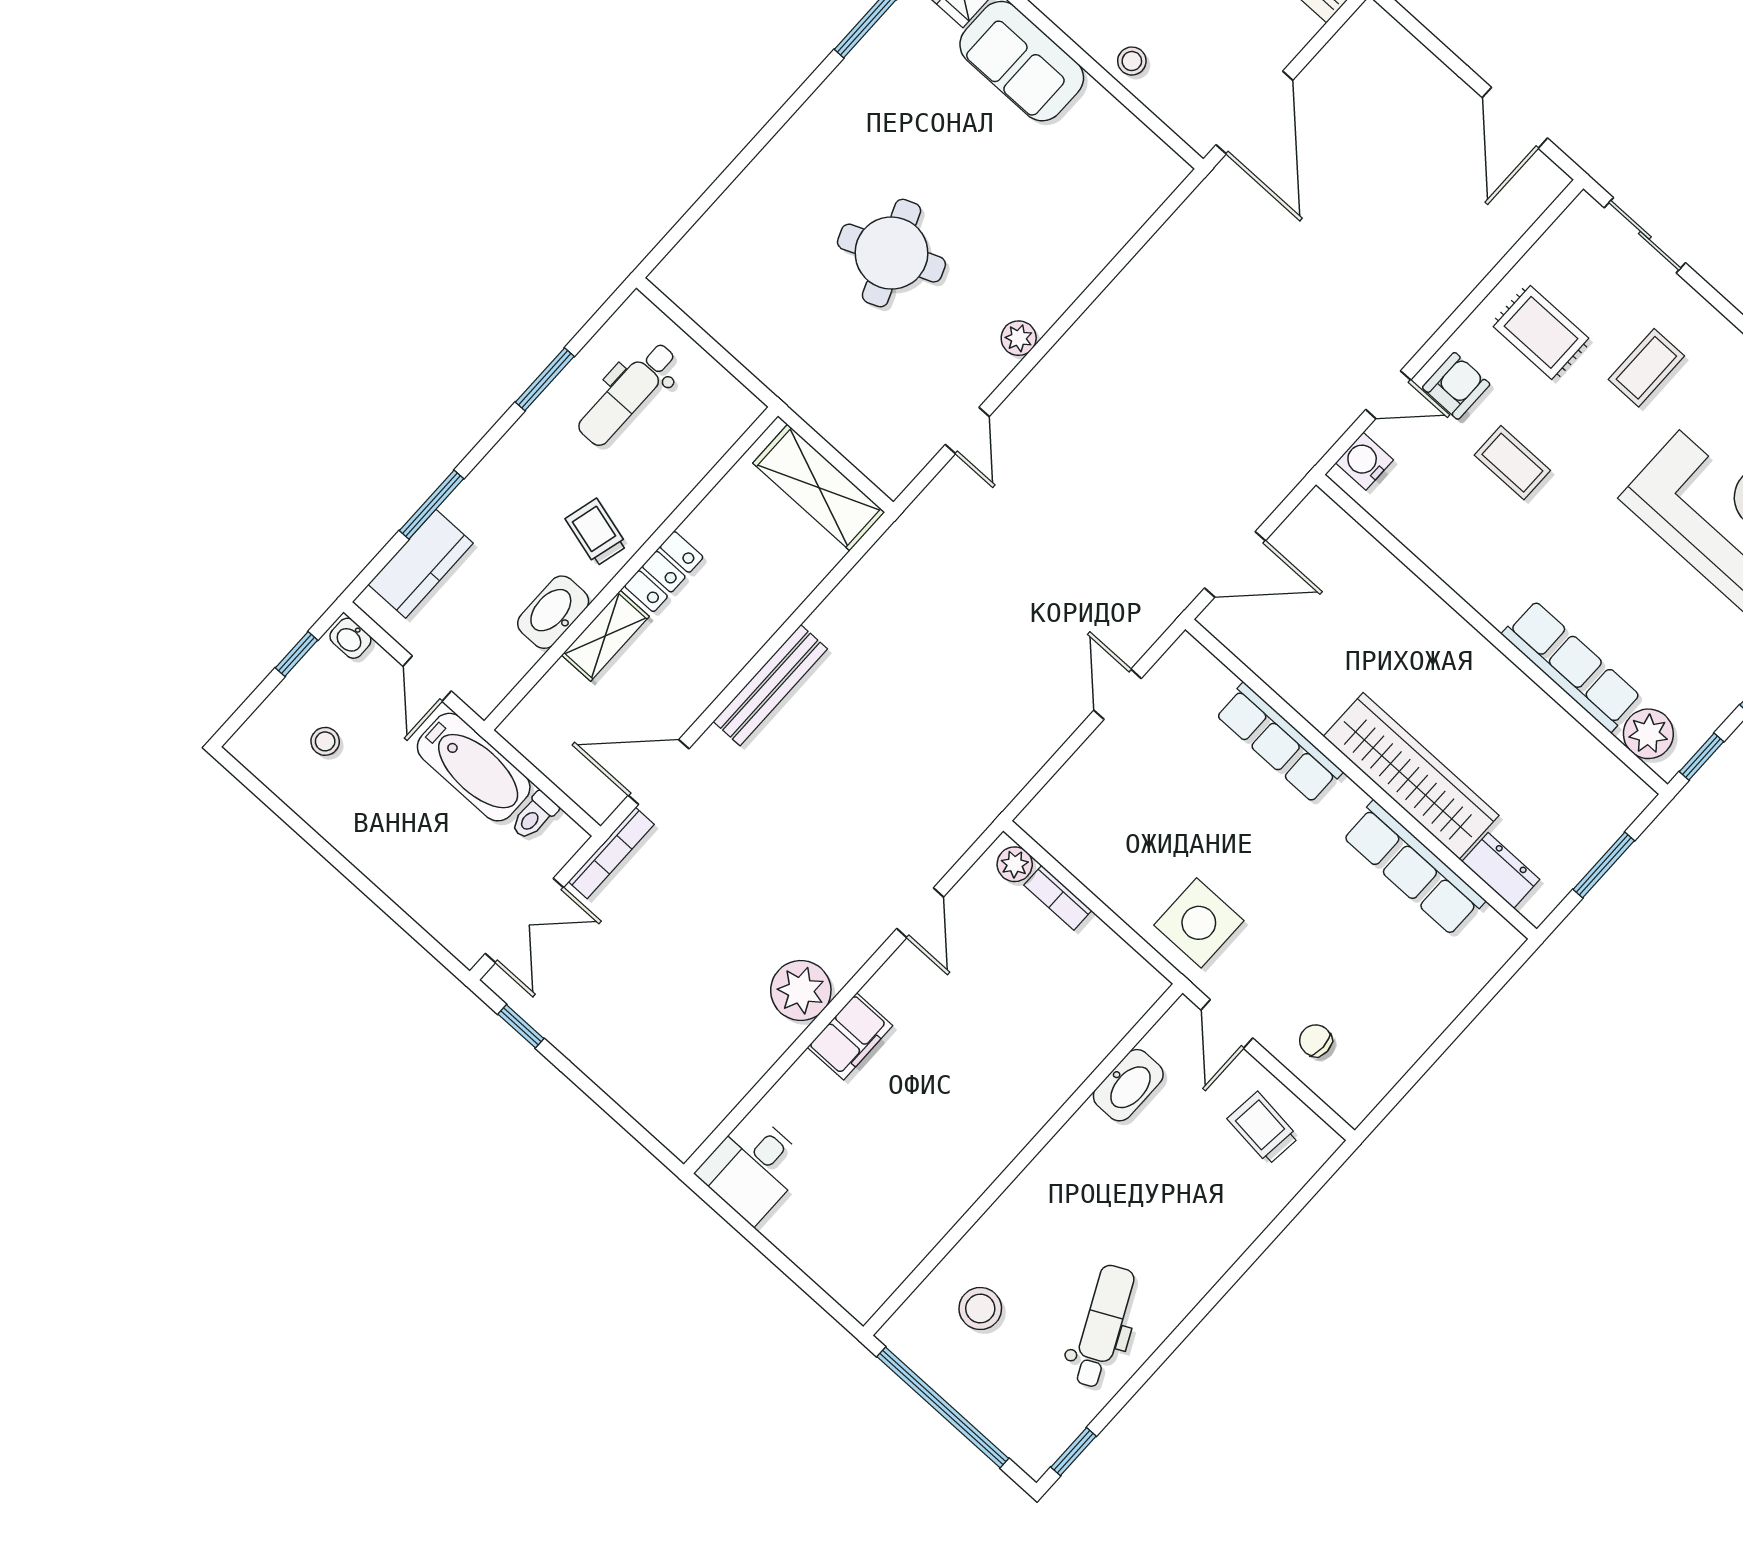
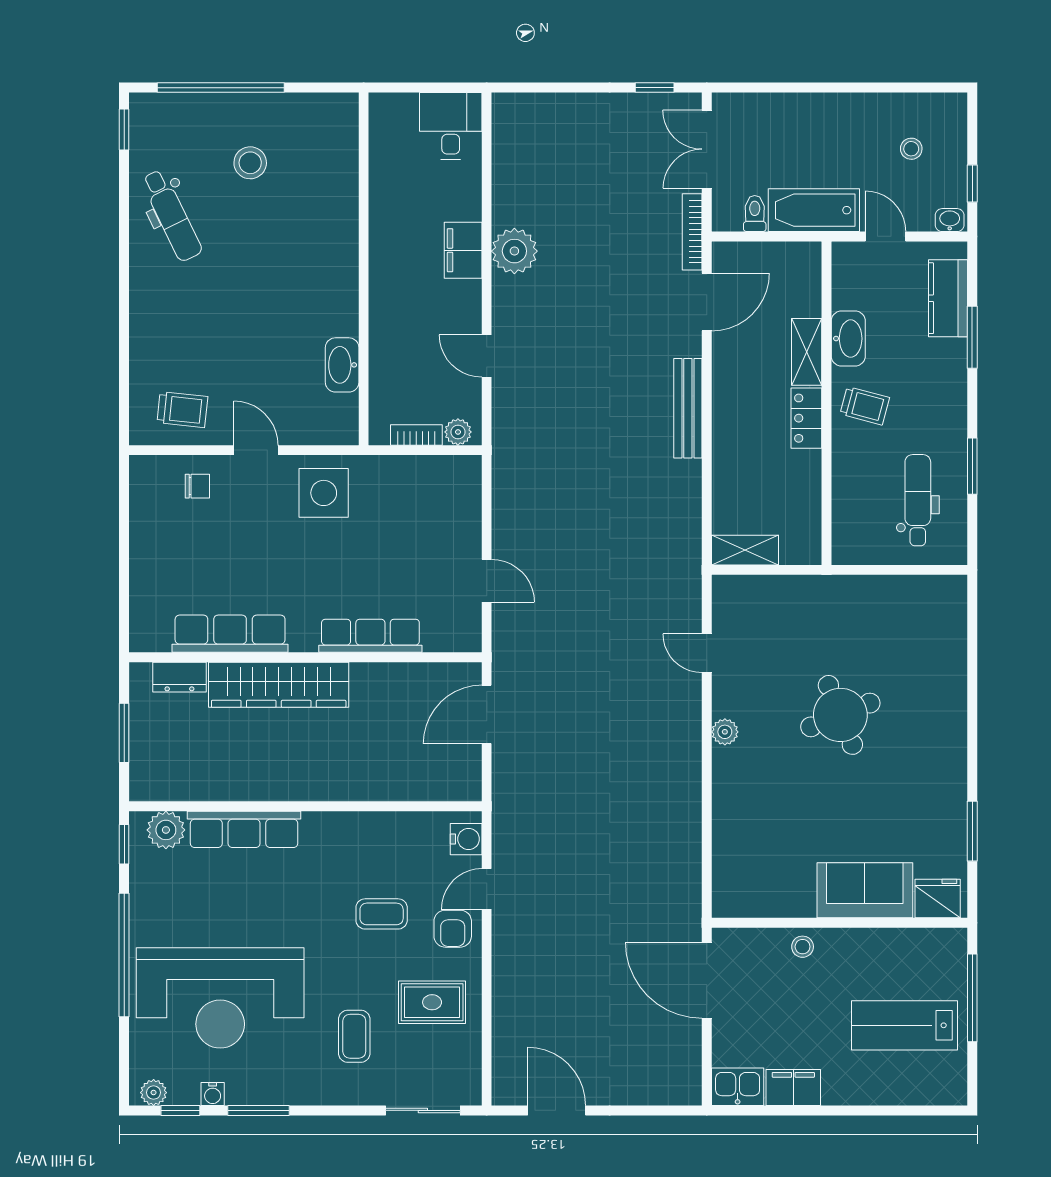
shelving: (819, 488) -> (745, 550), width x0.67, depth x0.75
washbasin: (1128, 1085) -> (342, 365), moved
wall: (1023, 1160) -> (364, 269), moved

